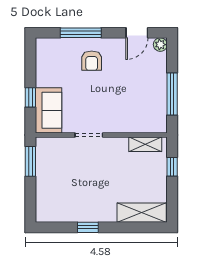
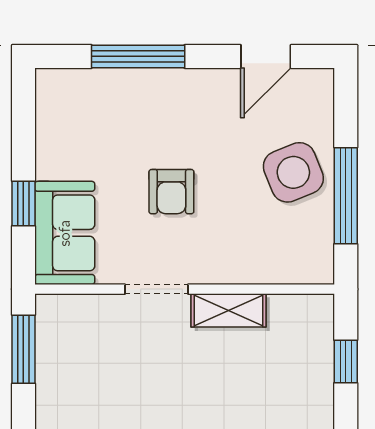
plant: (160, 45) -> (319, 83), removed
armchair: (92, 61) -> (171, 192), moved
side table: (149, 84) -> (293, 172), added
shelving: (145, 144) -> (229, 310), moved

